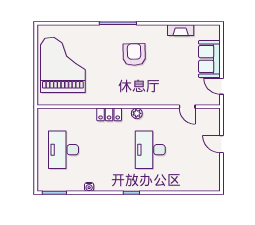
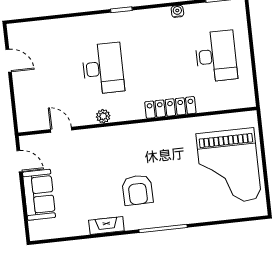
fireplace: (181, 30) -> (106, 226), moved
plant: (137, 113) -> (103, 116), moved
locker: (109, 114) -> (170, 107), width x1.53
door: (221, 144) -> (9, 61), moved

